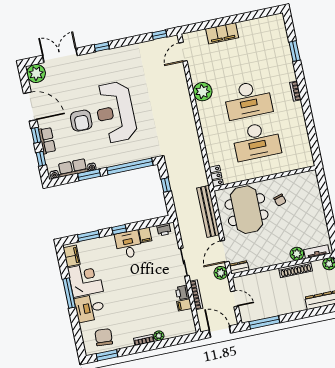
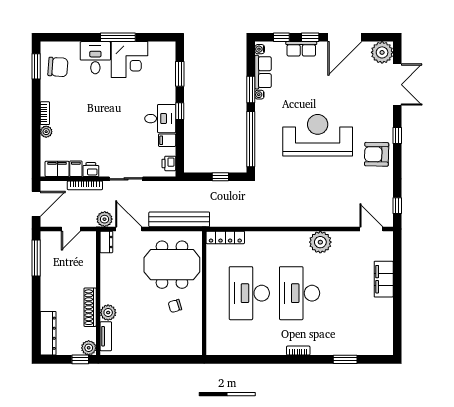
armchair: (81, 121) -> (377, 154), moved
locker: (216, 176) -> (225, 237), width x1.53
filing cabinet: (72, 256) -> (57, 169), moved, turned 180

